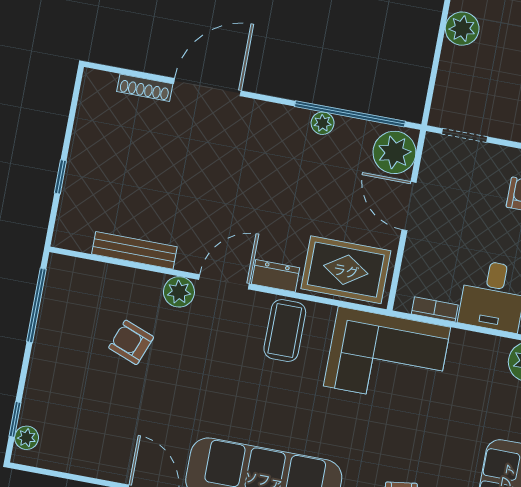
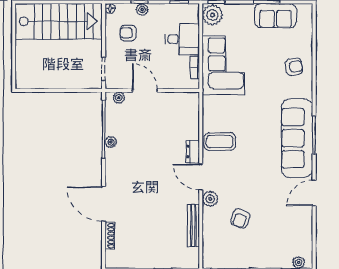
plant: (462, 29) -> (50, 80), removed
plant: (394, 152) -> (119, 98), width x0.53, depth x0.53
door: (409, 206) -> (145, 90), swing flipped
rug: (346, 270) -> (183, 116), removed
corner sofa: (387, 357) -> (223, 65), moved

